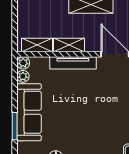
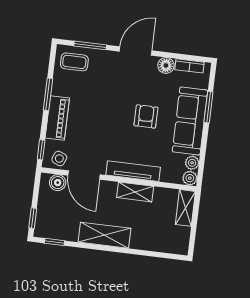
shelving: (37, 45) -> (185, 208), moved, turned 90
armchair: (68, 111) -> (146, 116), added

